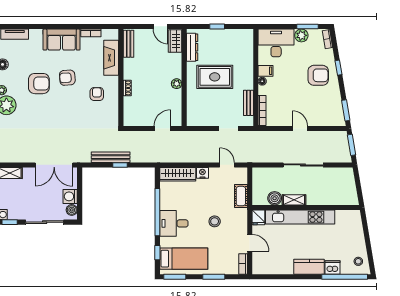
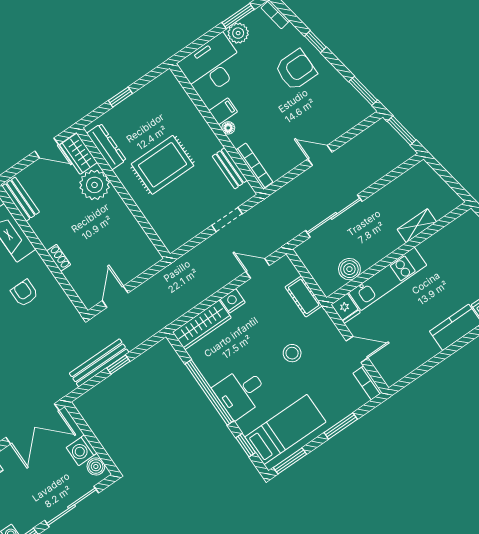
plant: (177, 84) -> (95, 185), moved, width x1.88, depth x1.88
door: (162, 129) -> (115, 297), moved
sliding door: (303, 165) -> (334, 216), moved
shelving: (294, 200) -> (417, 226), moved
kitchen unit: (300, 217) -> (388, 279), width x0.73

